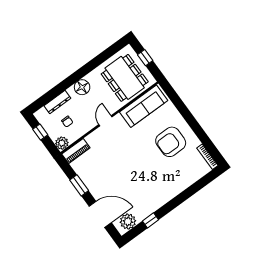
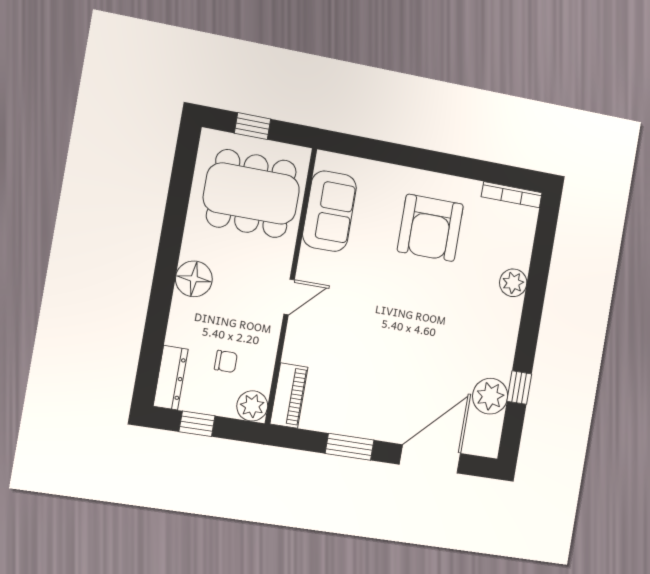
dresser: (57, 102) -> (171, 378), moved
sofa: (144, 106) -> (330, 211), width x0.73
door: (105, 121) -> (289, 297), swing flipped
plant: (181, 185) -> (513, 283), added
plant: (128, 221) -> (490, 396), moved

